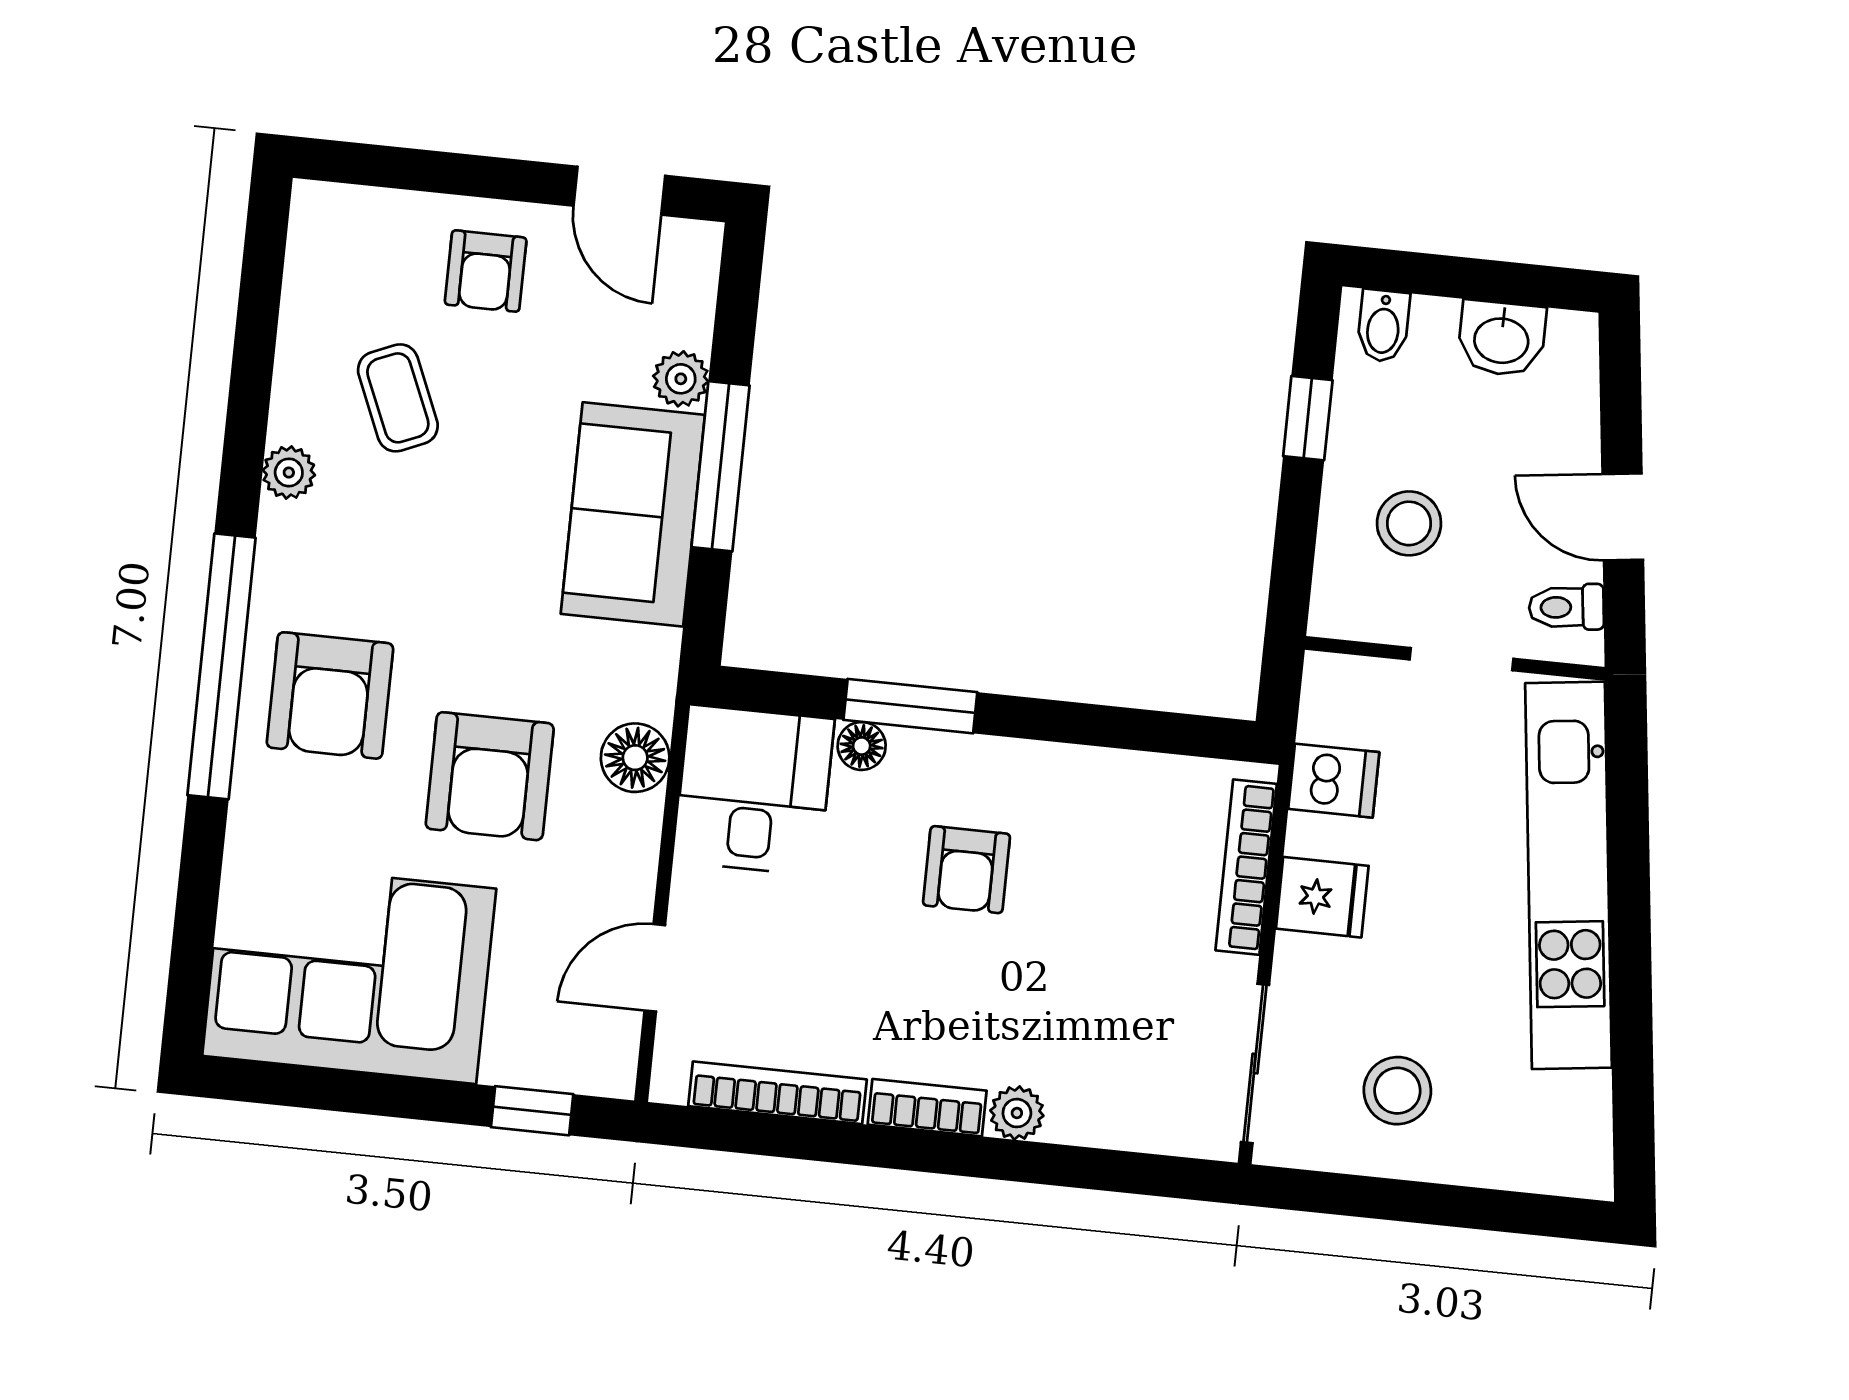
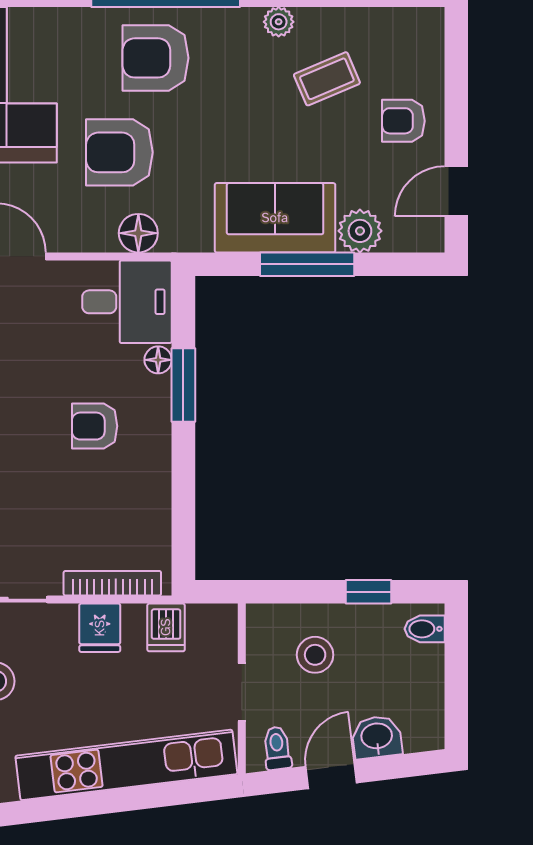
washbasin: (1502, 339) -> (377, 737), moved, turned 83
plant: (681, 379) -> (360, 231), width x1.38, depth x1.38

